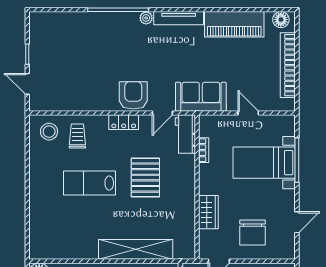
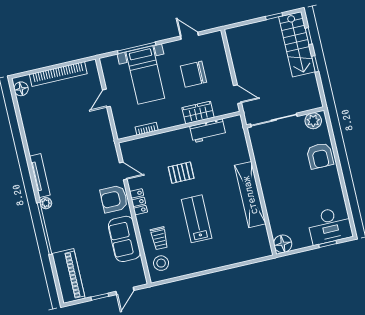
piano: (234, 24) -> (68, 276), moved
sofa: (201, 97) -> (124, 239), moved
workbench: (185, 134) -> (208, 131), moved
trolley: (77, 136) -> (159, 238), turned -90
pallet: (145, 178) -> (181, 173), width x0.67, depth x0.71
lab bench: (90, 183) -> (197, 219), turned 180
chair: (252, 233) -> (194, 74), moved, turned 180
shelving: (136, 249) -> (250, 195), moved

